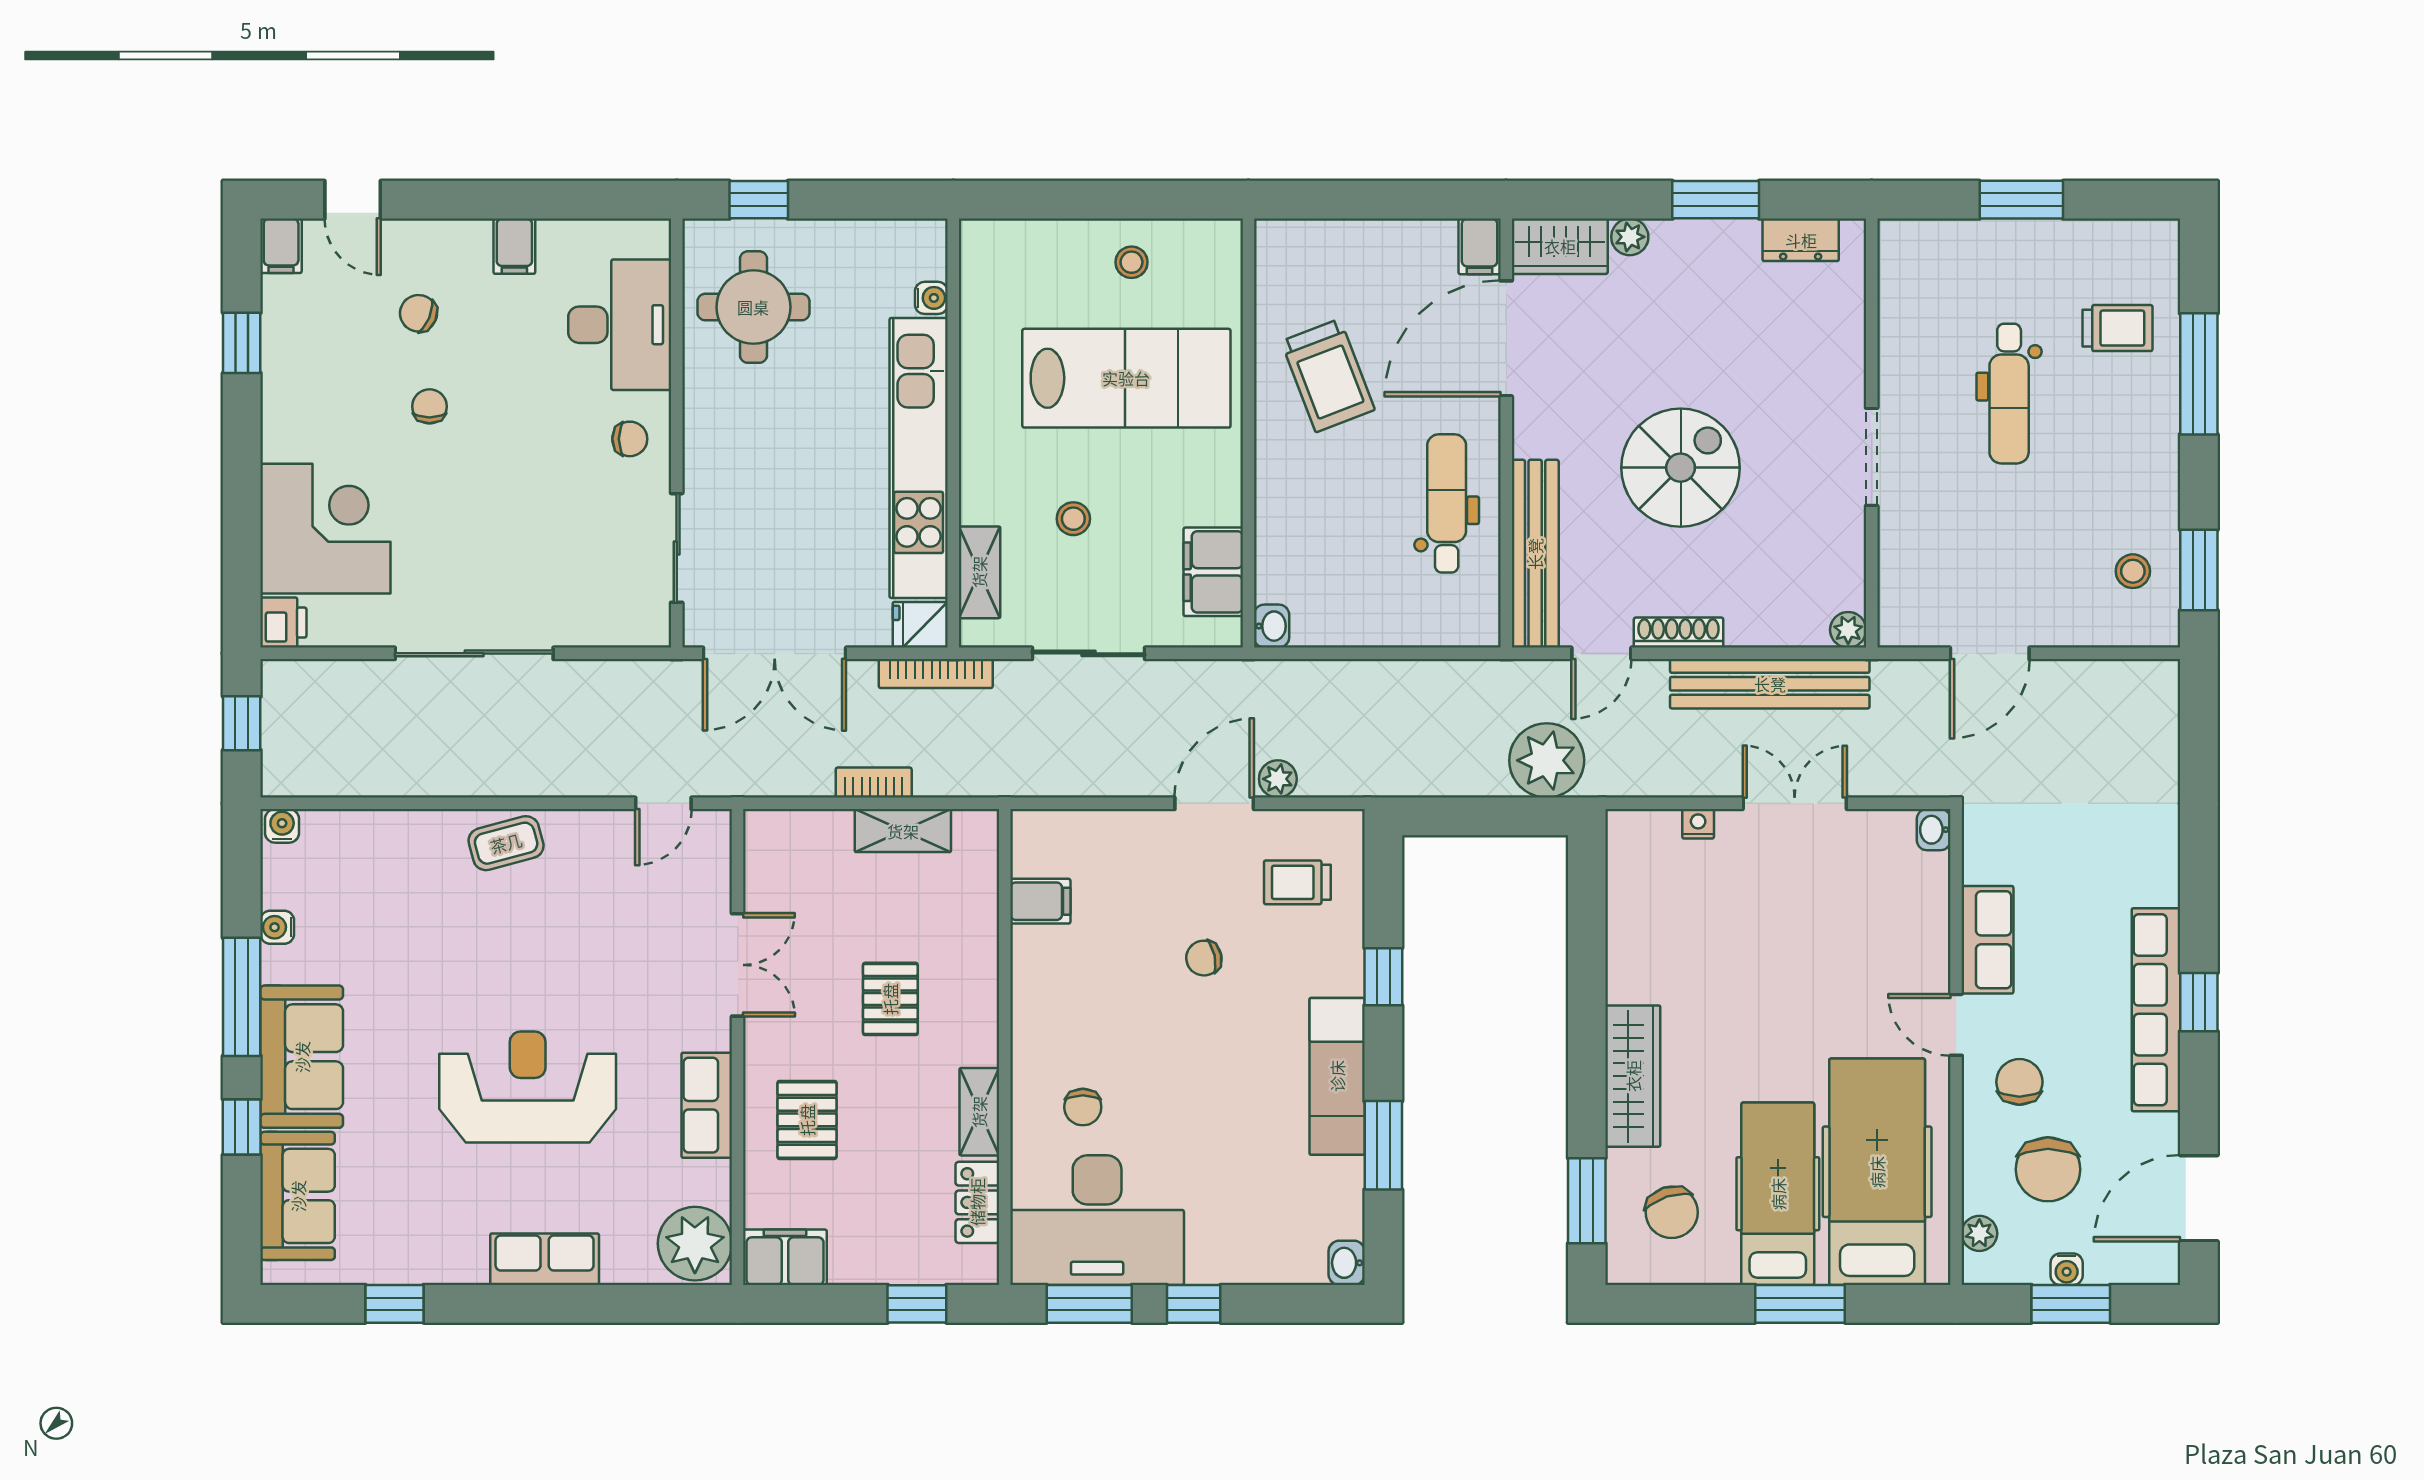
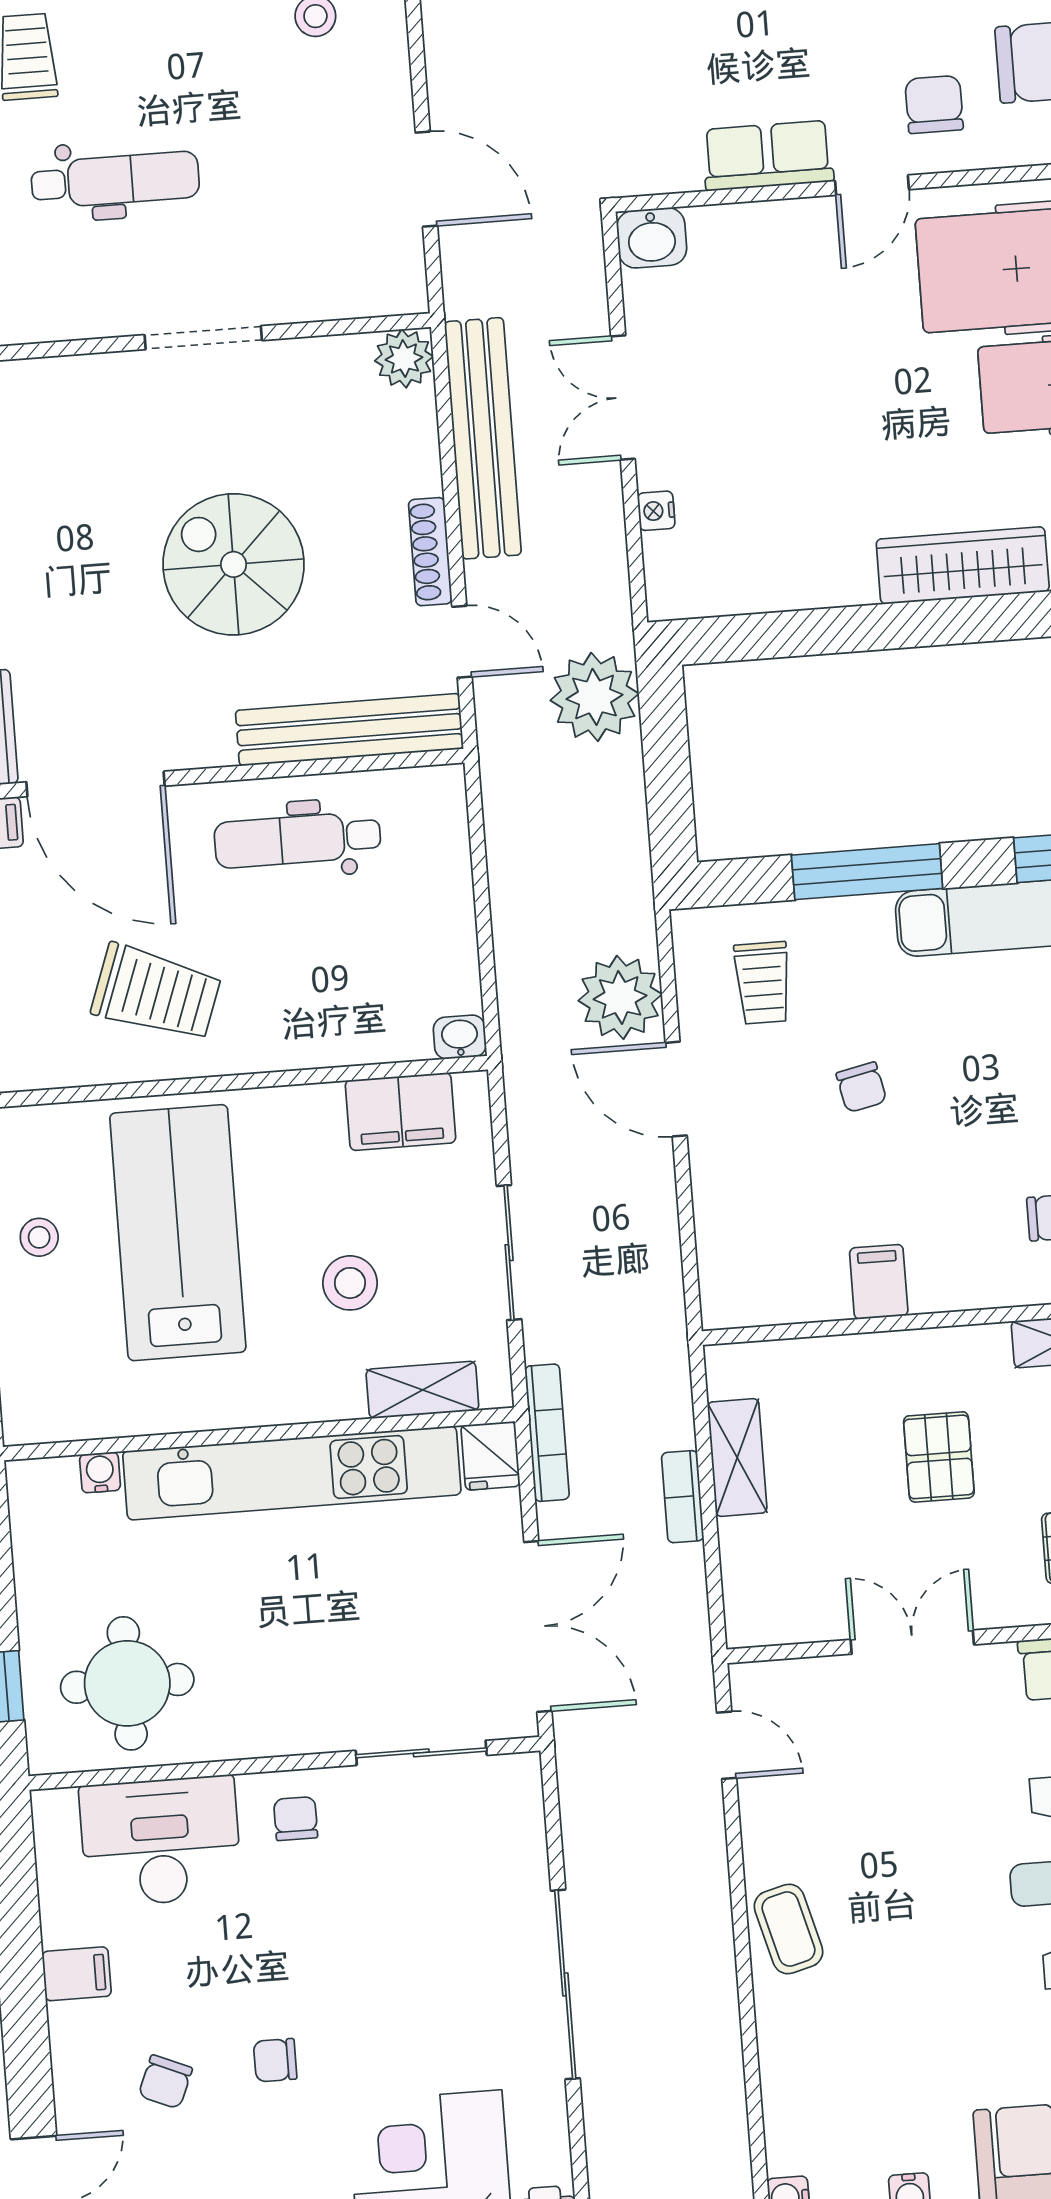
trolley: (1328, 376) -> (156, 993), turned 41
stool: (1073, 519) -> (350, 1283), width x1.37, depth x1.37
plant: (1848, 630) -> (404, 359), width x1.38, depth x1.38
plant: (1278, 779) -> (620, 997), width x1.87, depth x1.87
washbasin: (1934, 830) -> (652, 238), width x1.38, depth x1.45
filing cabinet: (1040, 901) -> (879, 1282), moved
window: (1383, 977) -> (867, 872), width x2.17
pallet: (890, 999) -> (939, 1457), turned 90
chair: (2019, 1082) -> (934, 104), turned 90

